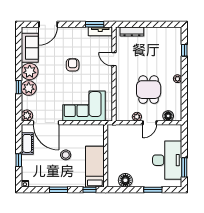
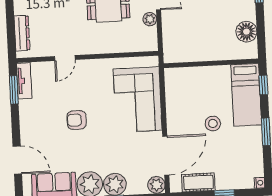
bed: (95, 167) -> (246, 95), moved, turned -90

